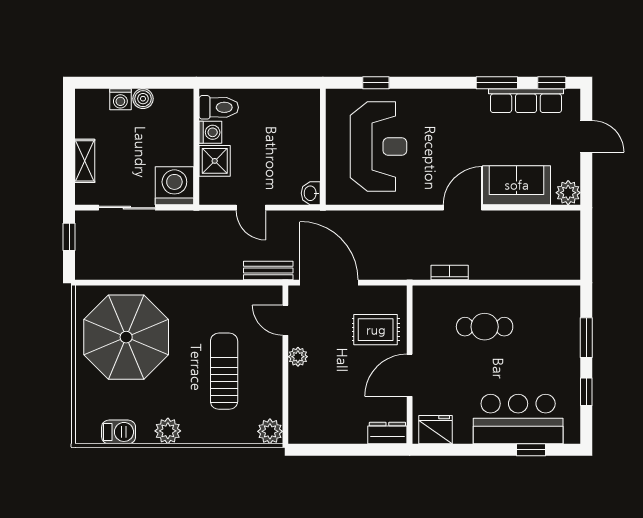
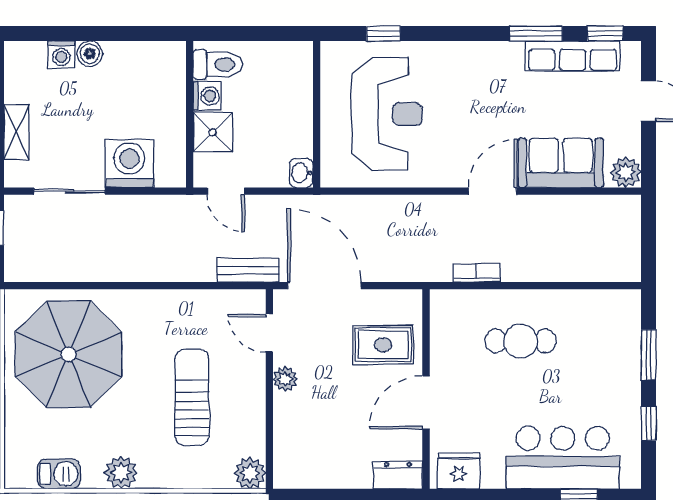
toilet: (219, 107) -> (218, 65), moved
washing machine: (210, 132) -> (207, 96), moved
wall: (196, 147) -> (190, 114), moved
shower: (215, 161) -> (213, 132), moved

